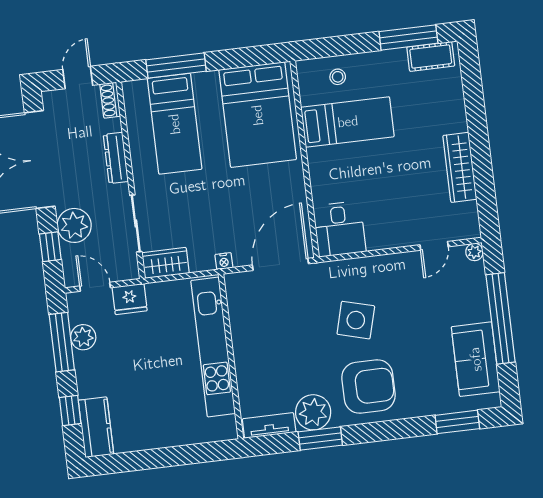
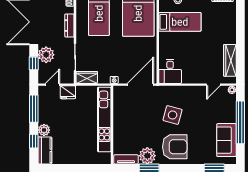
wardrobe: (460, 167) -> (230, 60), moved
door: (95, 287) -> (52, 85), hinge flipped
plant: (83, 337) -> (44, 130), moved

